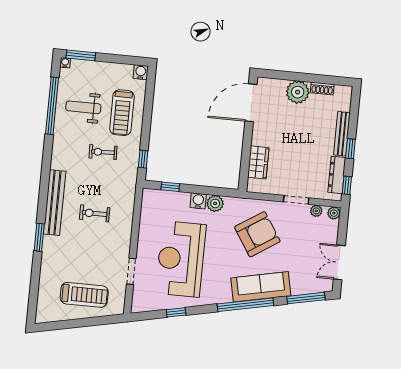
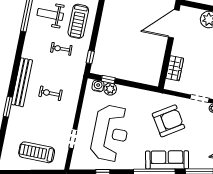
water cooler: (198, 201) -> (98, 86), moved
plant: (215, 203) -> (110, 89), moved
reception desk: (181, 259) -> (110, 133), turned 180
treadmill: (84, 295) -> (37, 152), turned 180

